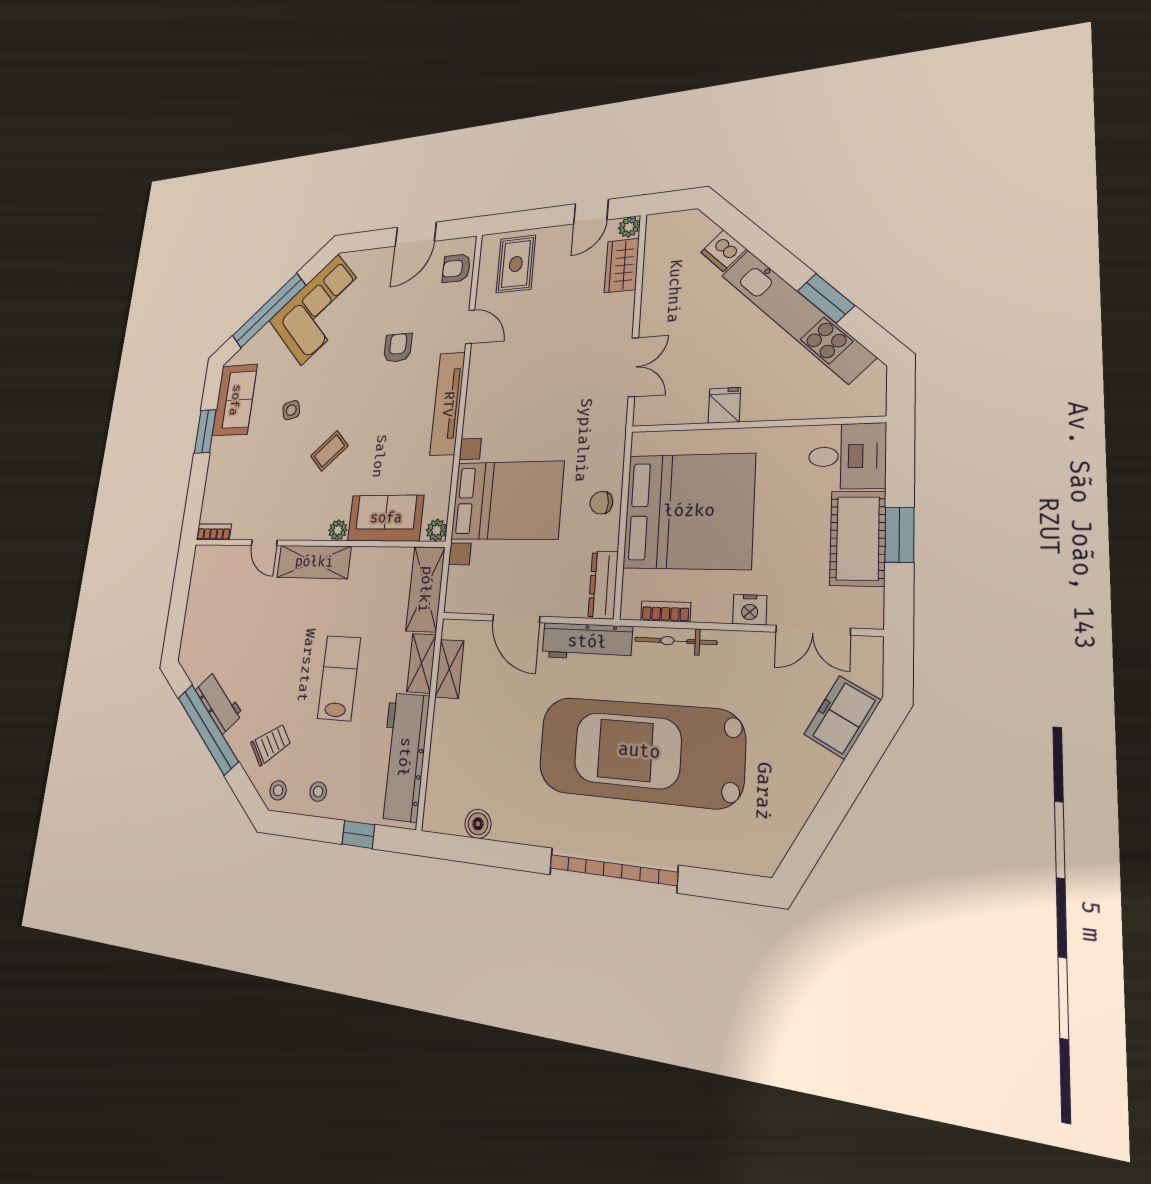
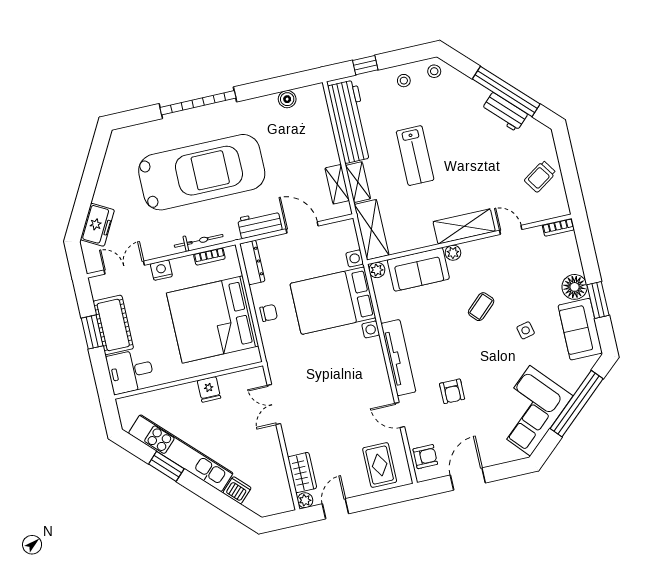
floor lamp: (223, 453) -> (575, 287), added
workbench: (587, 642) -> (260, 224), width x0.73
trolley: (271, 744) -> (540, 176), moved

